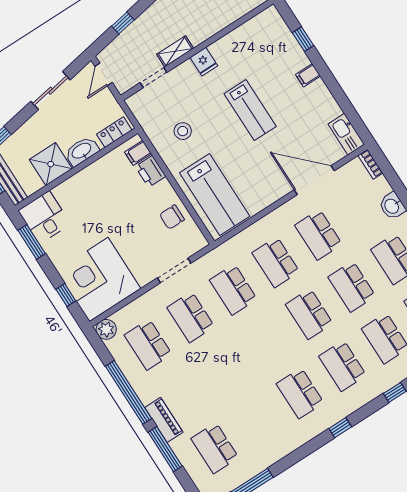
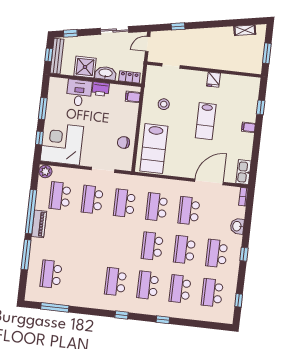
shelving: (175, 51) -> (192, 62), removed
fridge: (204, 62) -> (213, 80), moved
printer: (150, 171) -> (101, 89), moved, turned -90
door: (314, 180) -> (209, 182), hinge flipped
desk: (44, 217) -> (79, 93), moved
window: (32, 242) -> (43, 108), moved
piano: (164, 420) -> (39, 224), moved

